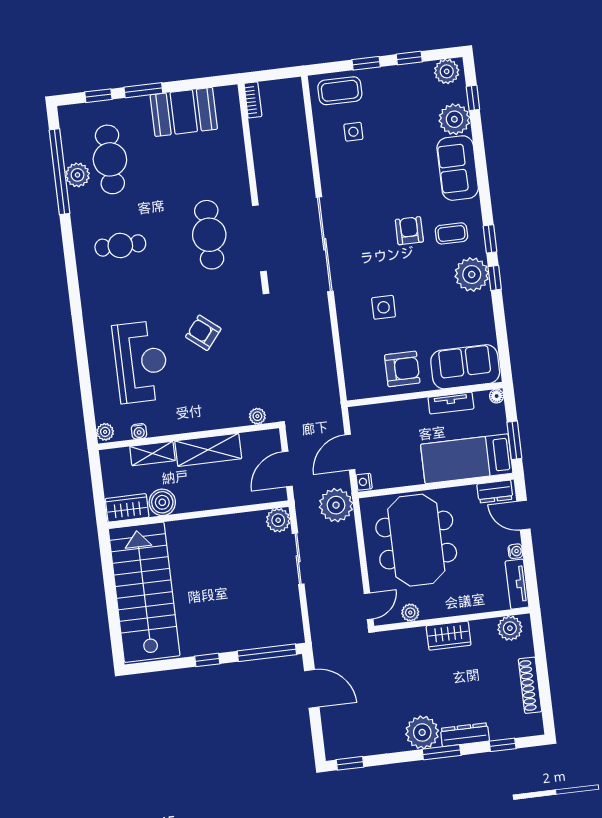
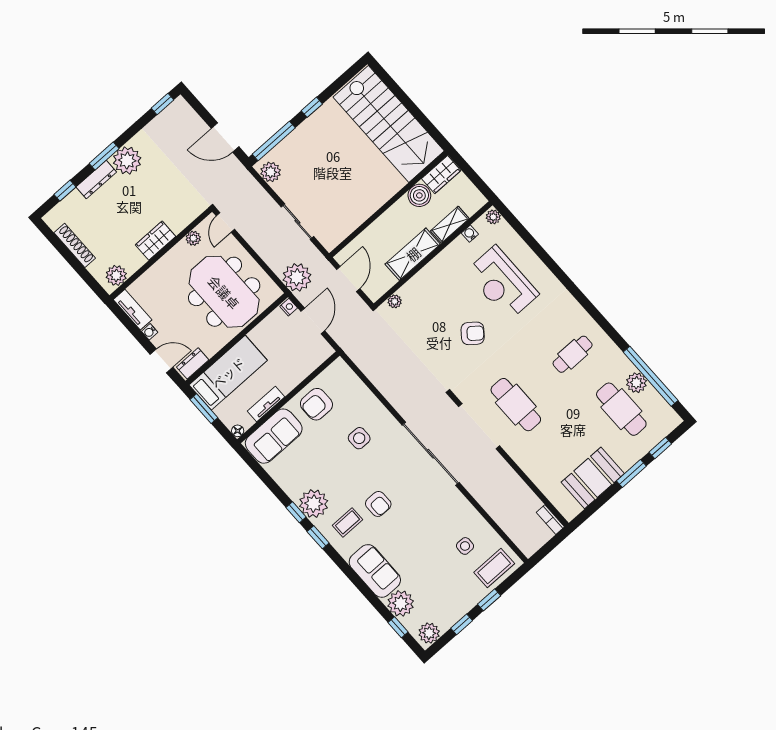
plant: (278, 520) -> (271, 172), moved

